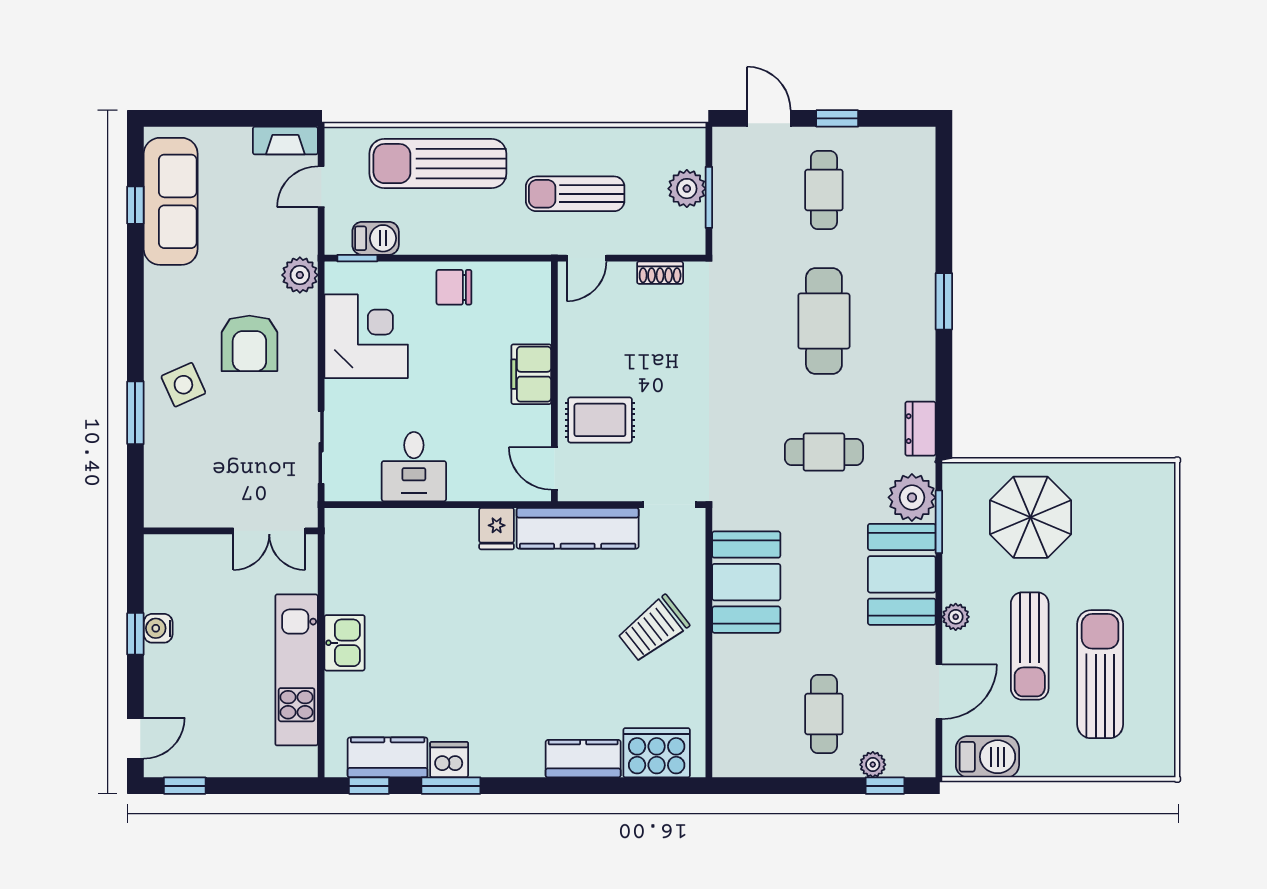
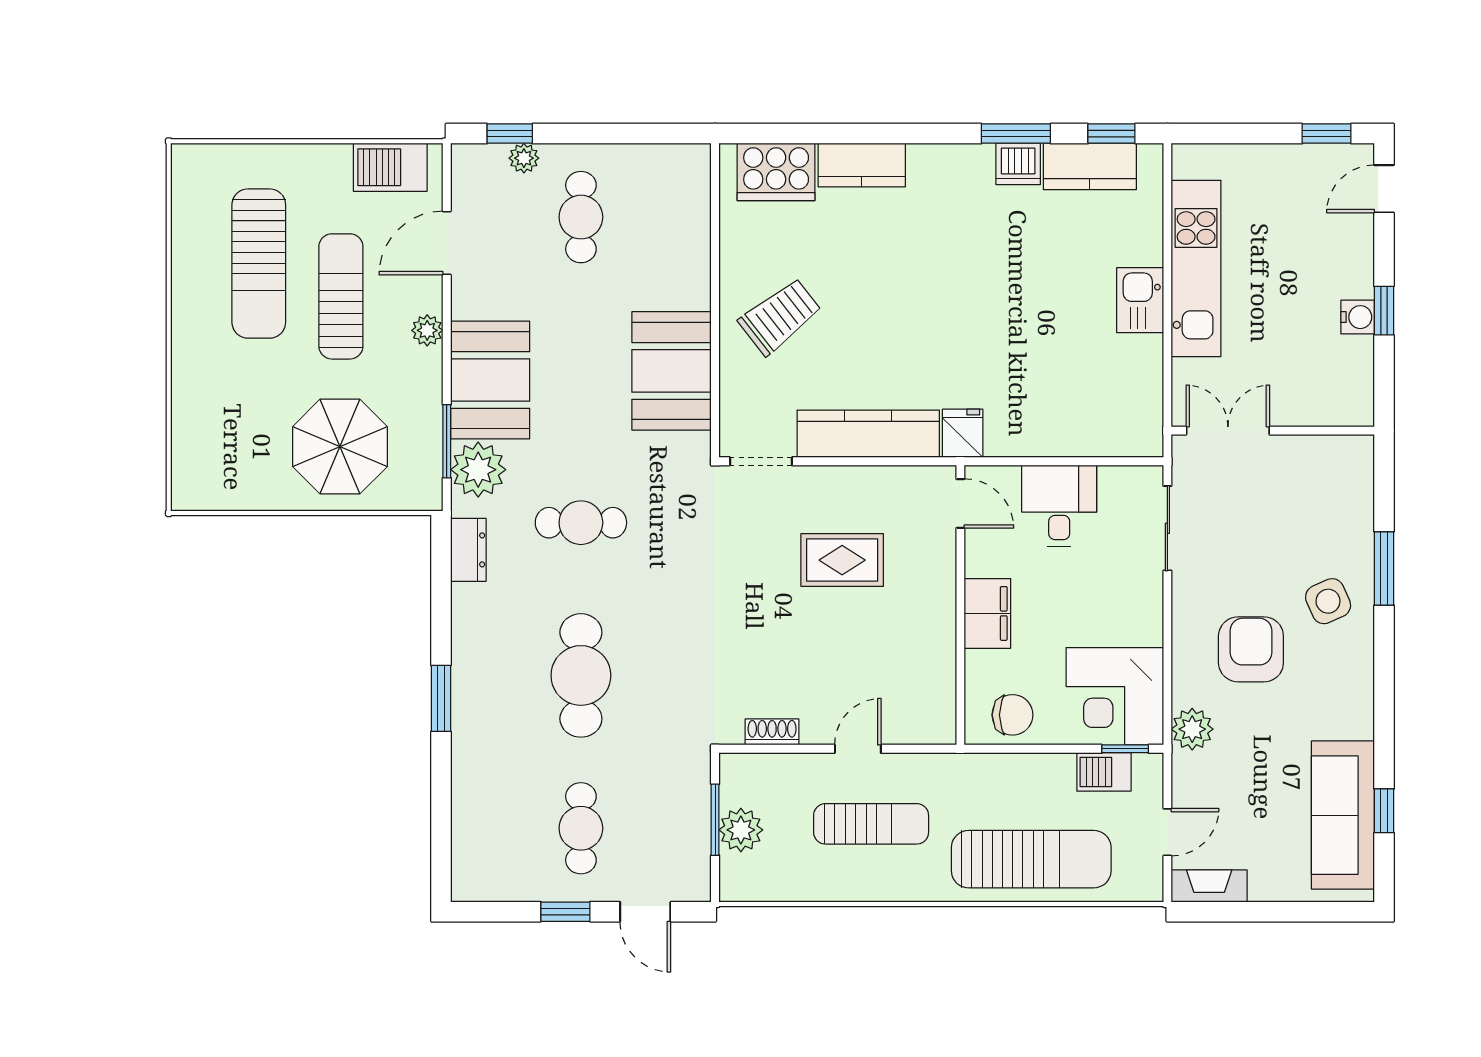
corner desk: (366, 336) -> (1115, 696), moved
filing cabinet: (531, 374) -> (987, 613), moved
wall: (554, 381) -> (960, 605), moved
door: (554, 468) -> (960, 504), moved

